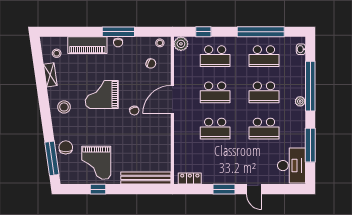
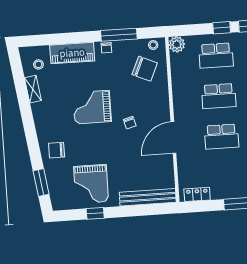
window: (118, 32) -> (119, 35), moved
window: (203, 32) -> (222, 28), moved
chair: (151, 63) -> (145, 69), width x1.87, depth x1.87
door: (172, 100) -> (173, 138), moved
stool: (64, 107) -> (51, 124), removed
chair: (66, 147) -> (57, 150), moved, turned -90
window: (52, 158) -> (41, 182), width x0.69

